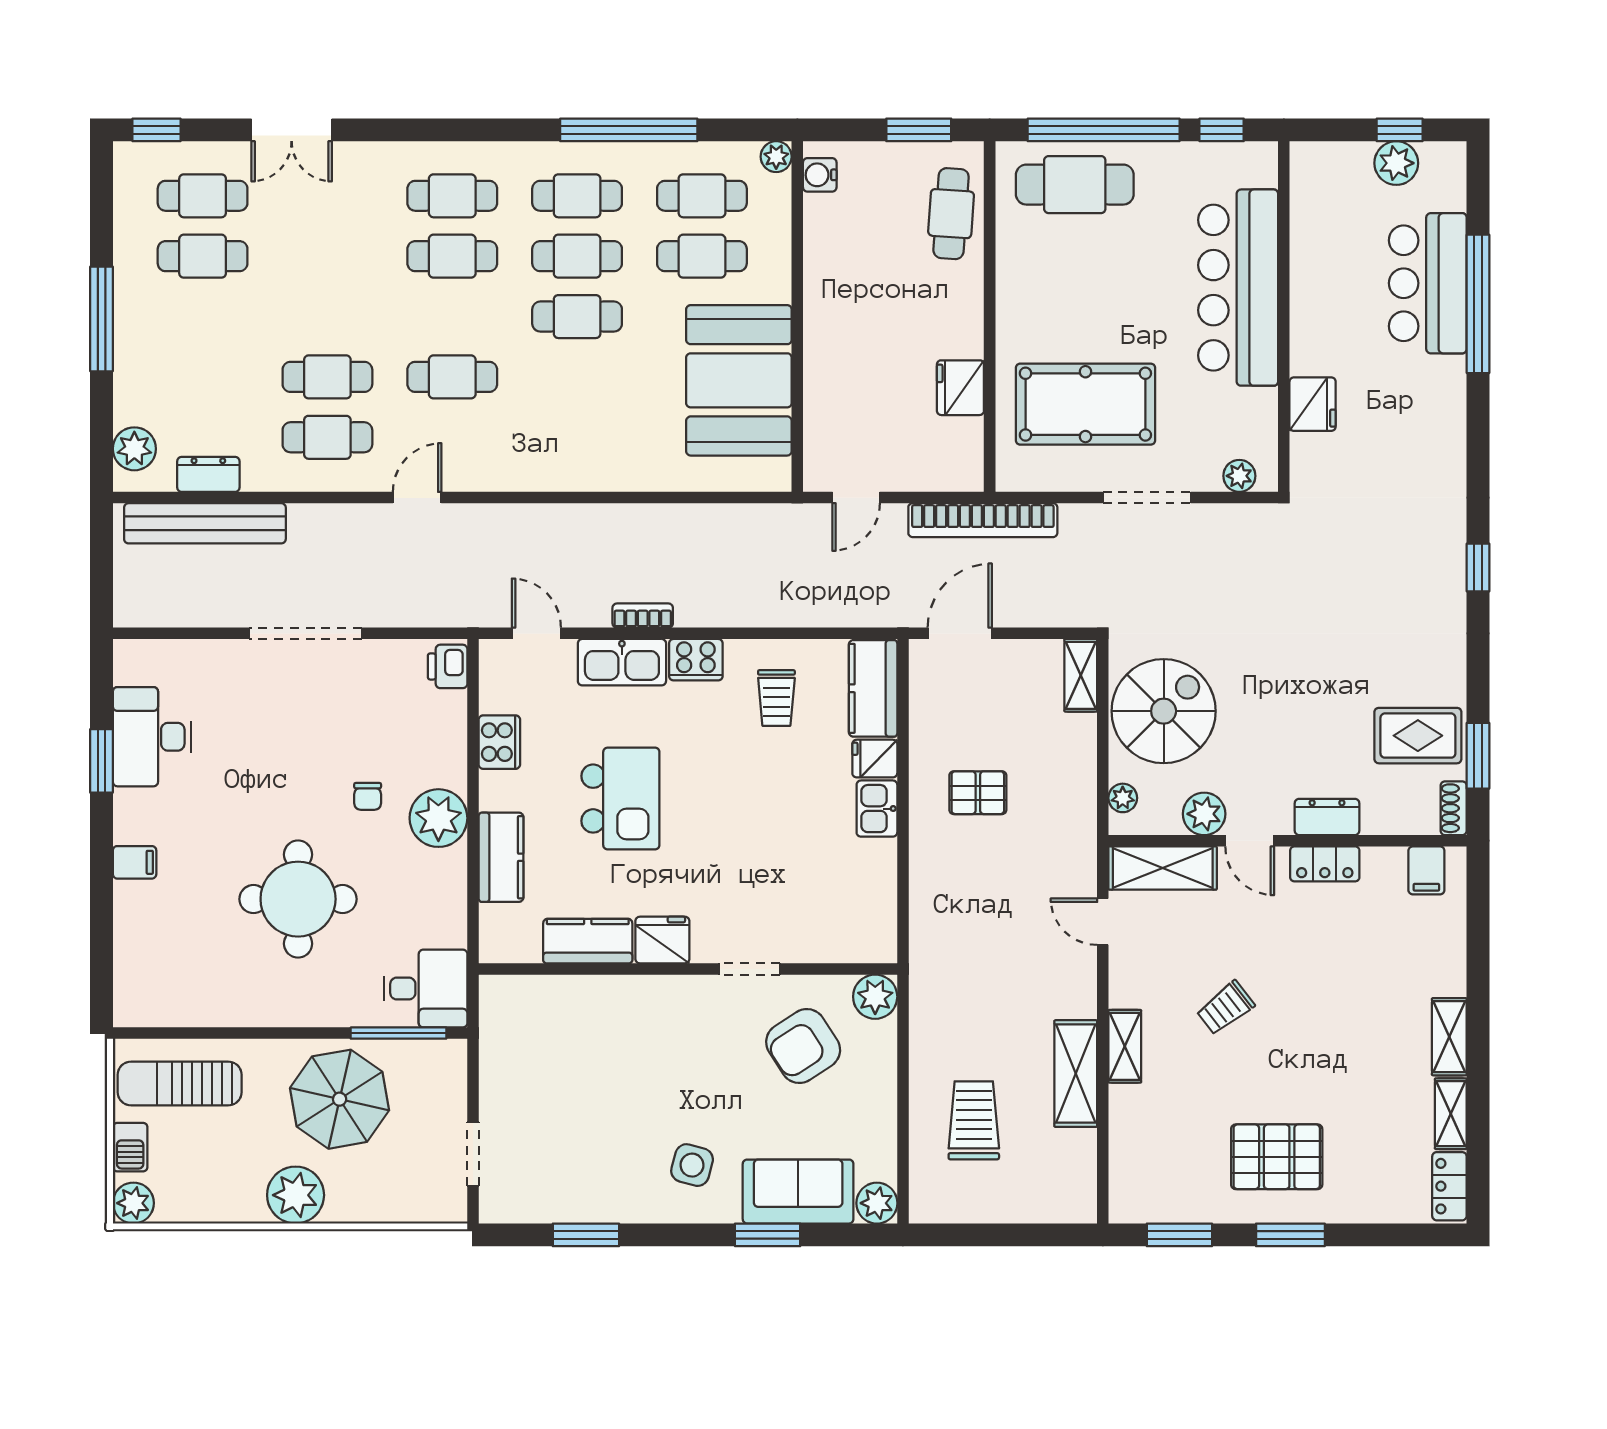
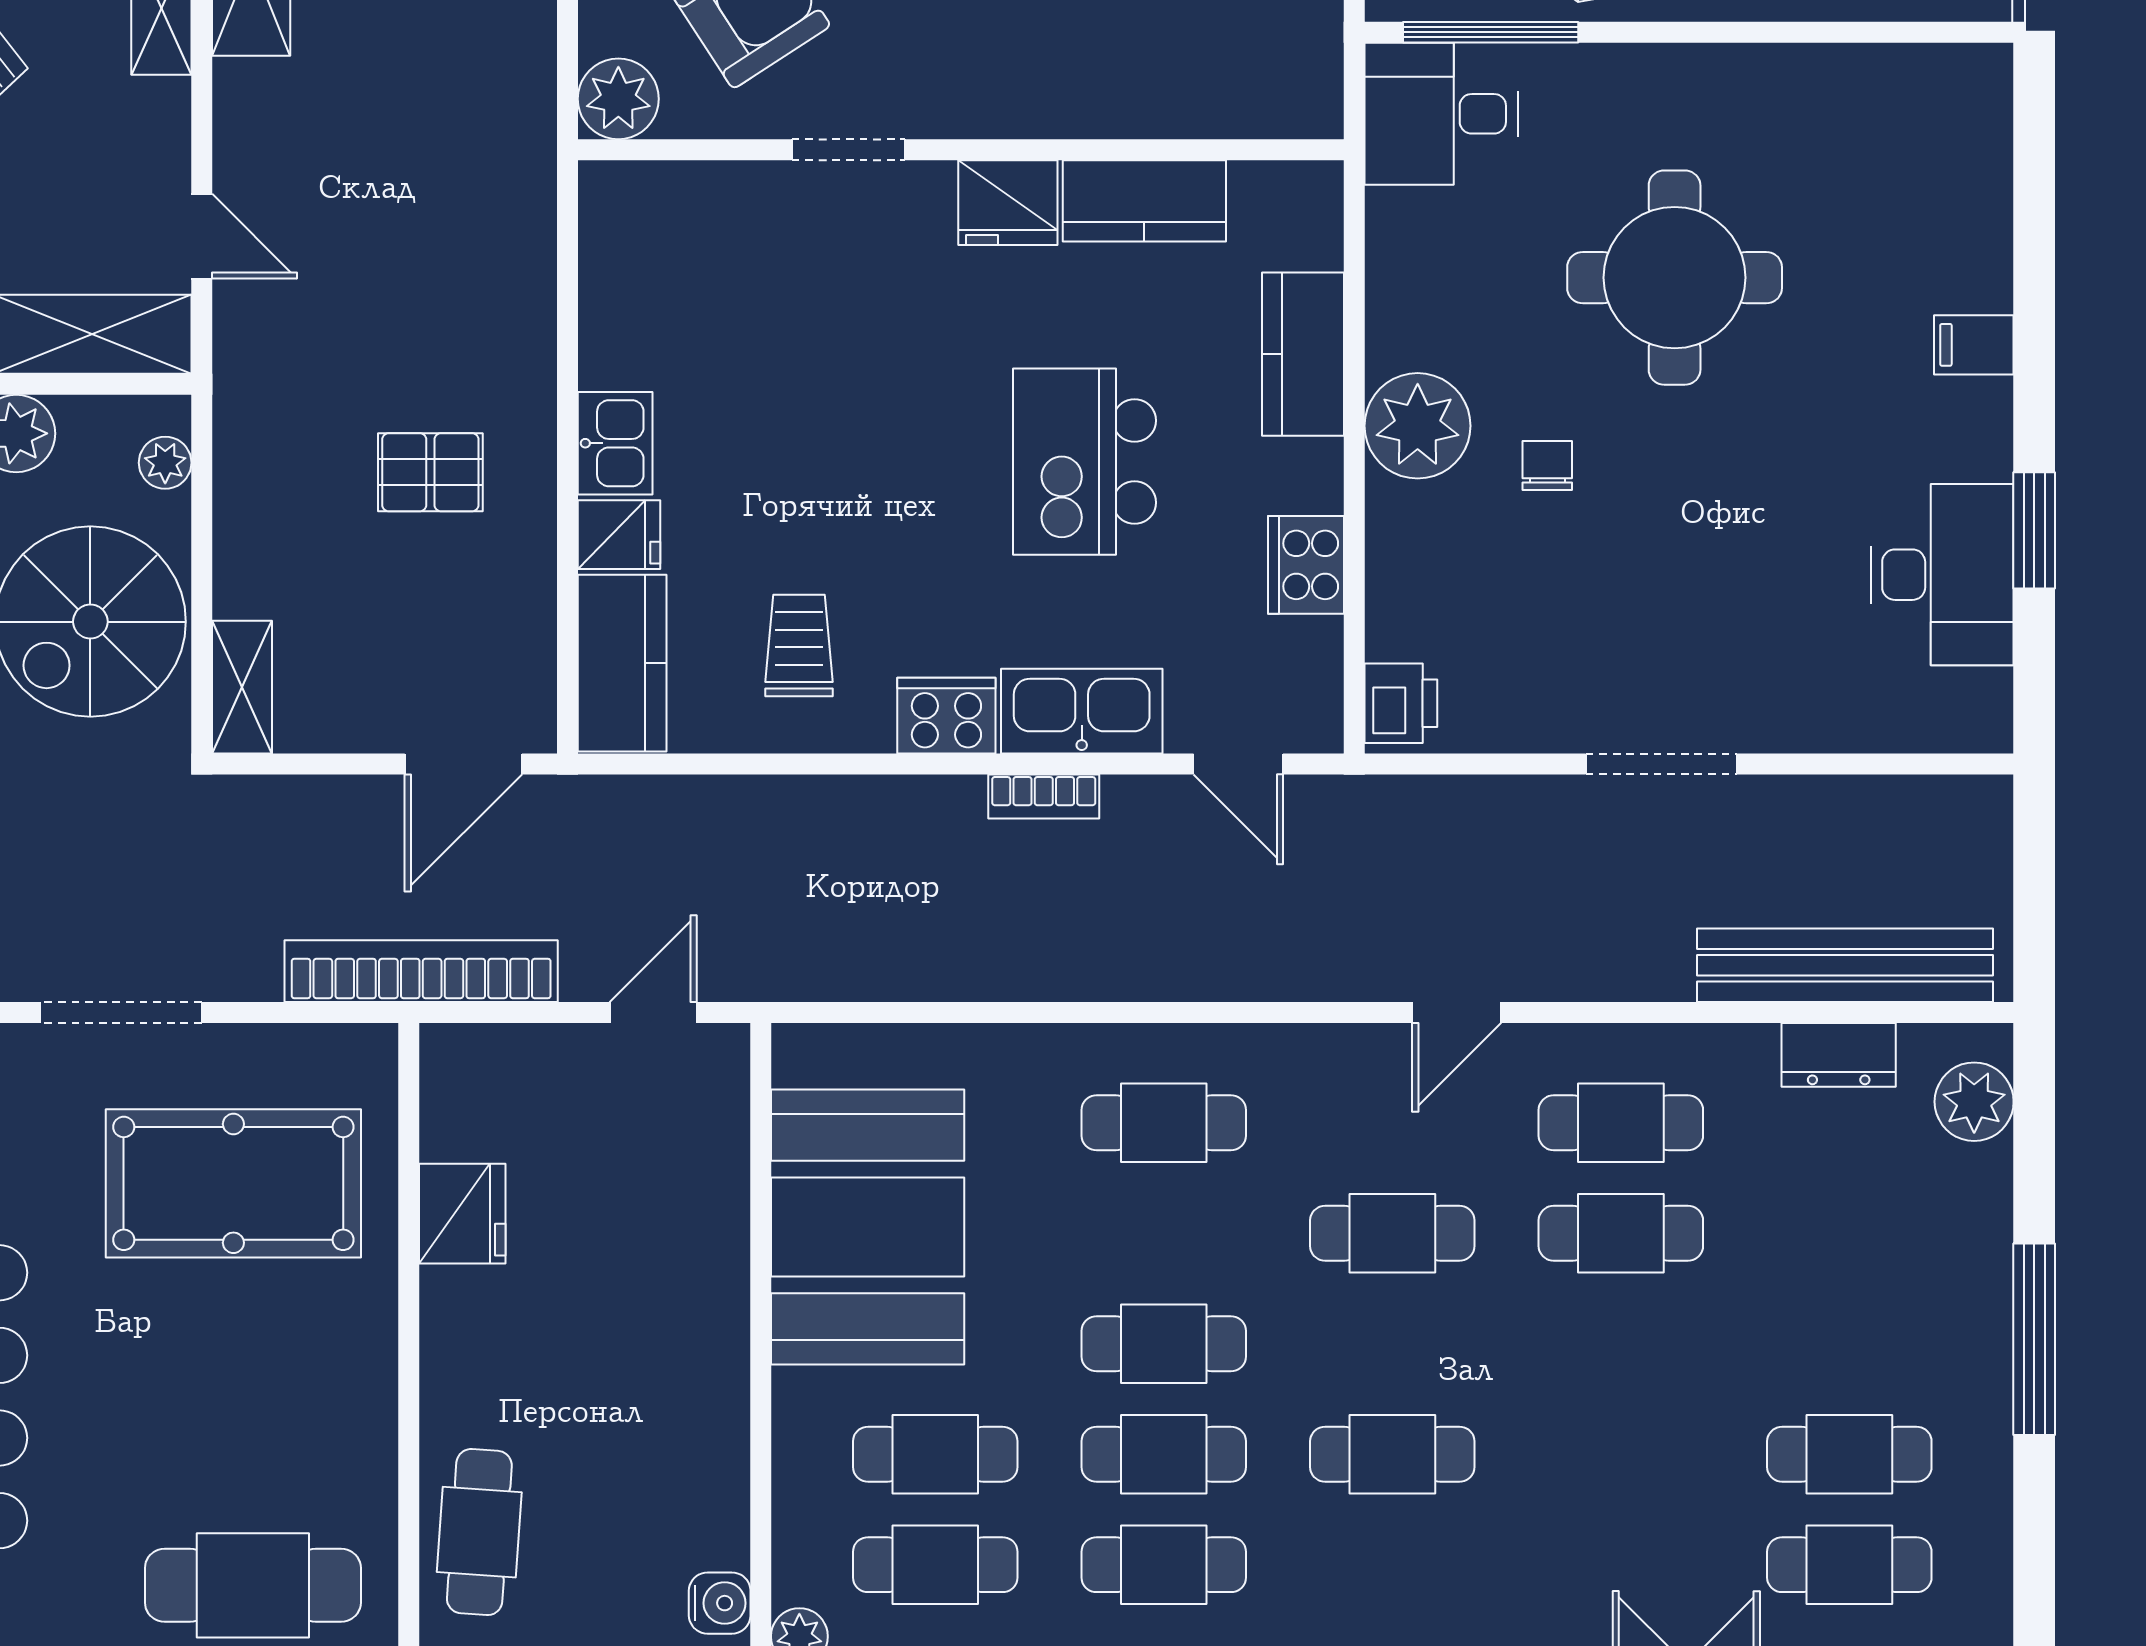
cafe table: (452, 196) -> (1164, 1123), moved
doorway: (305, 633) -> (1661, 764), width x0.73

